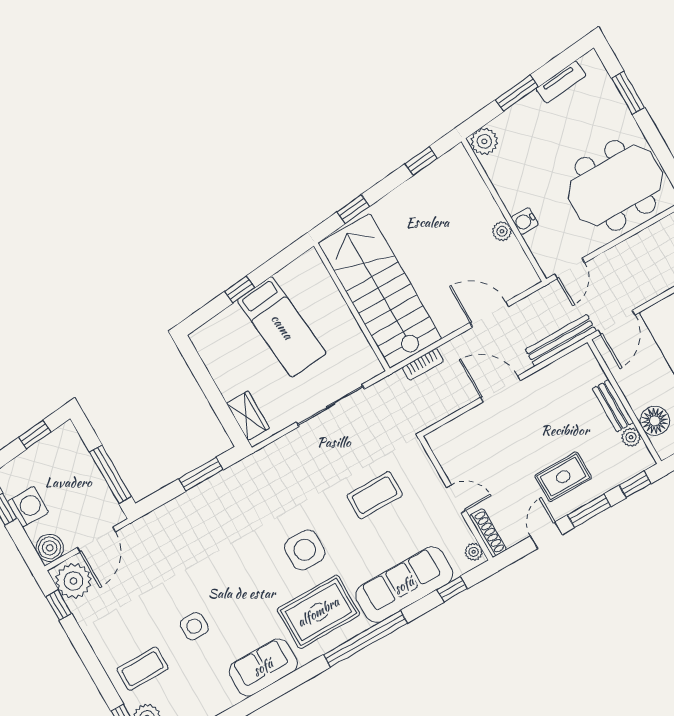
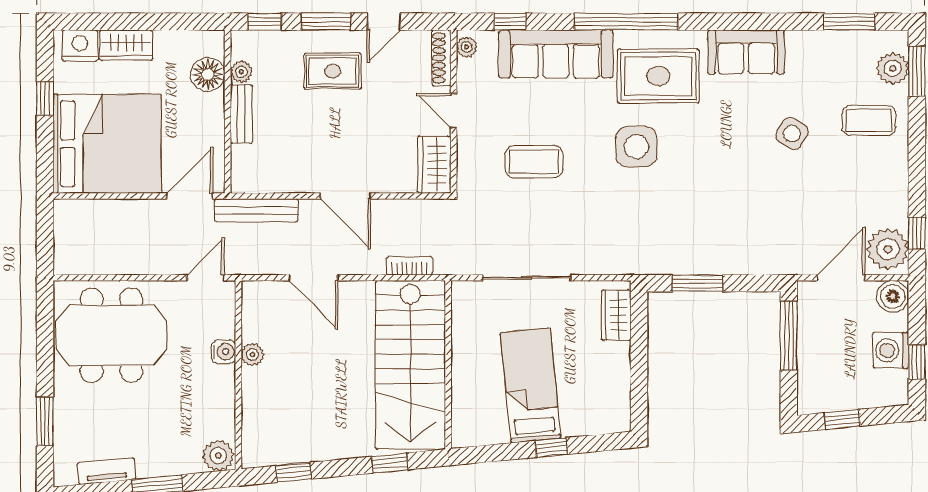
wardrobe: (447, 450) -> (434, 165), added
side table: (194, 626) -> (792, 134), turned 31

